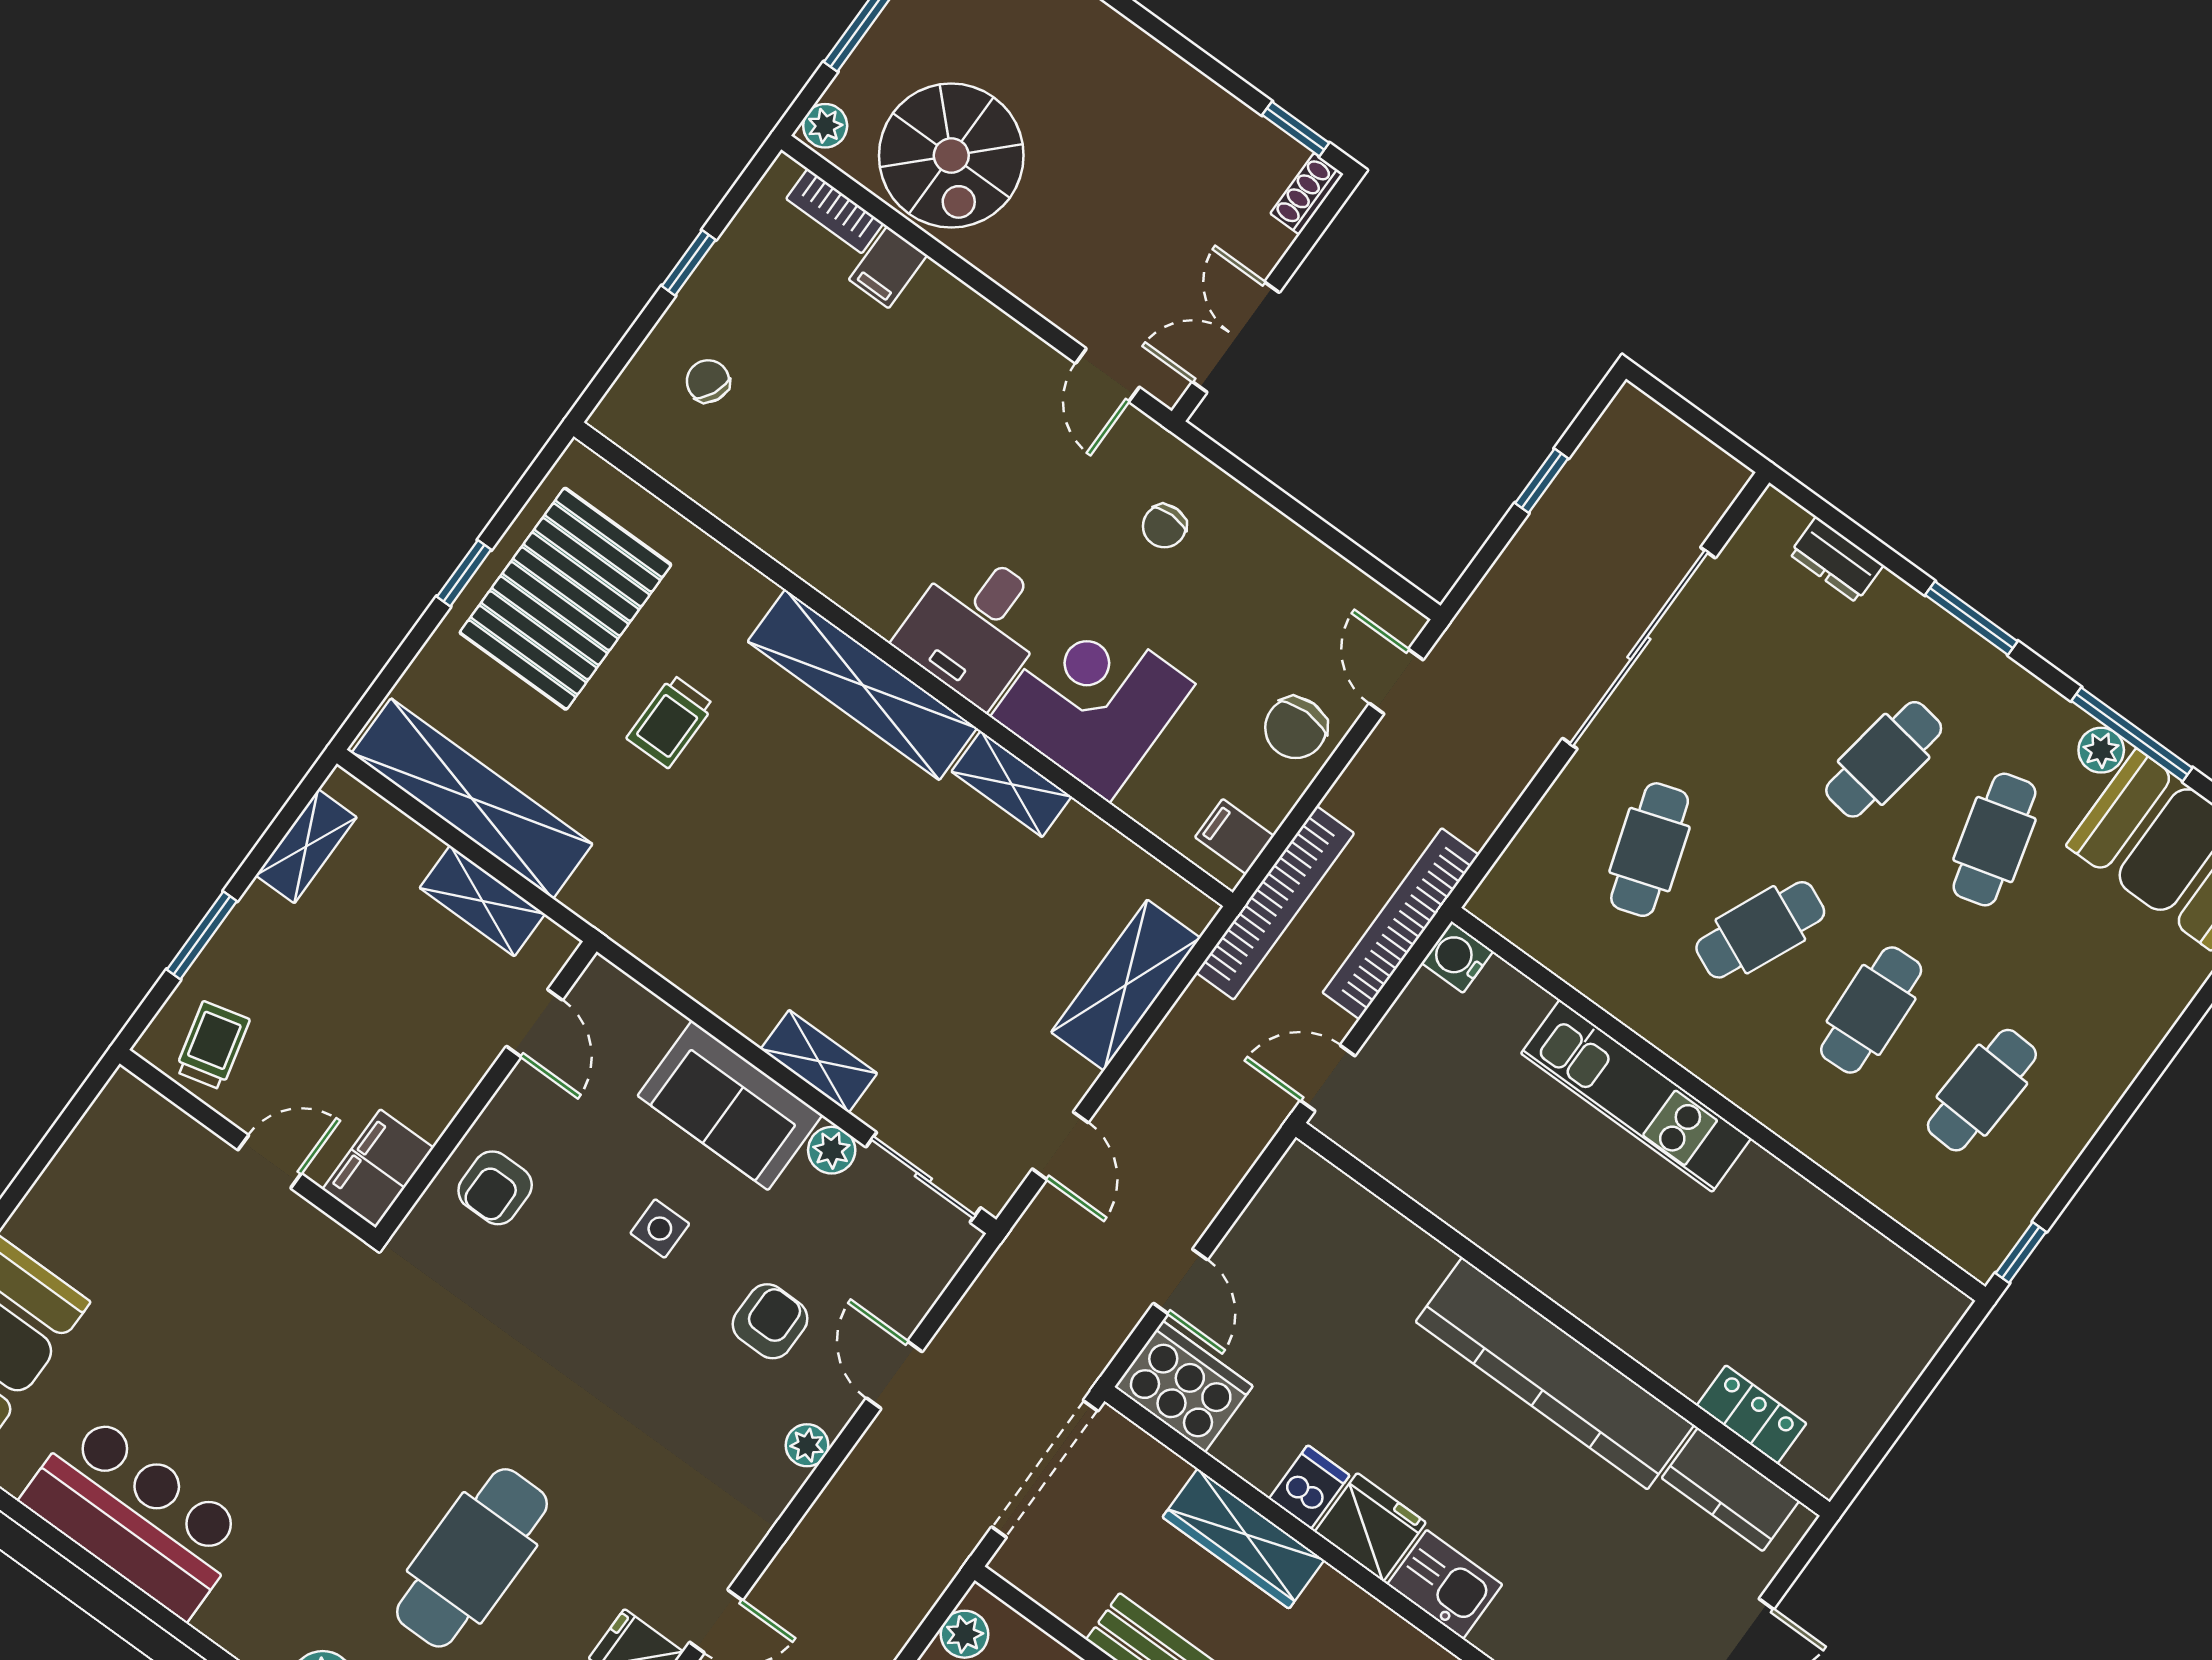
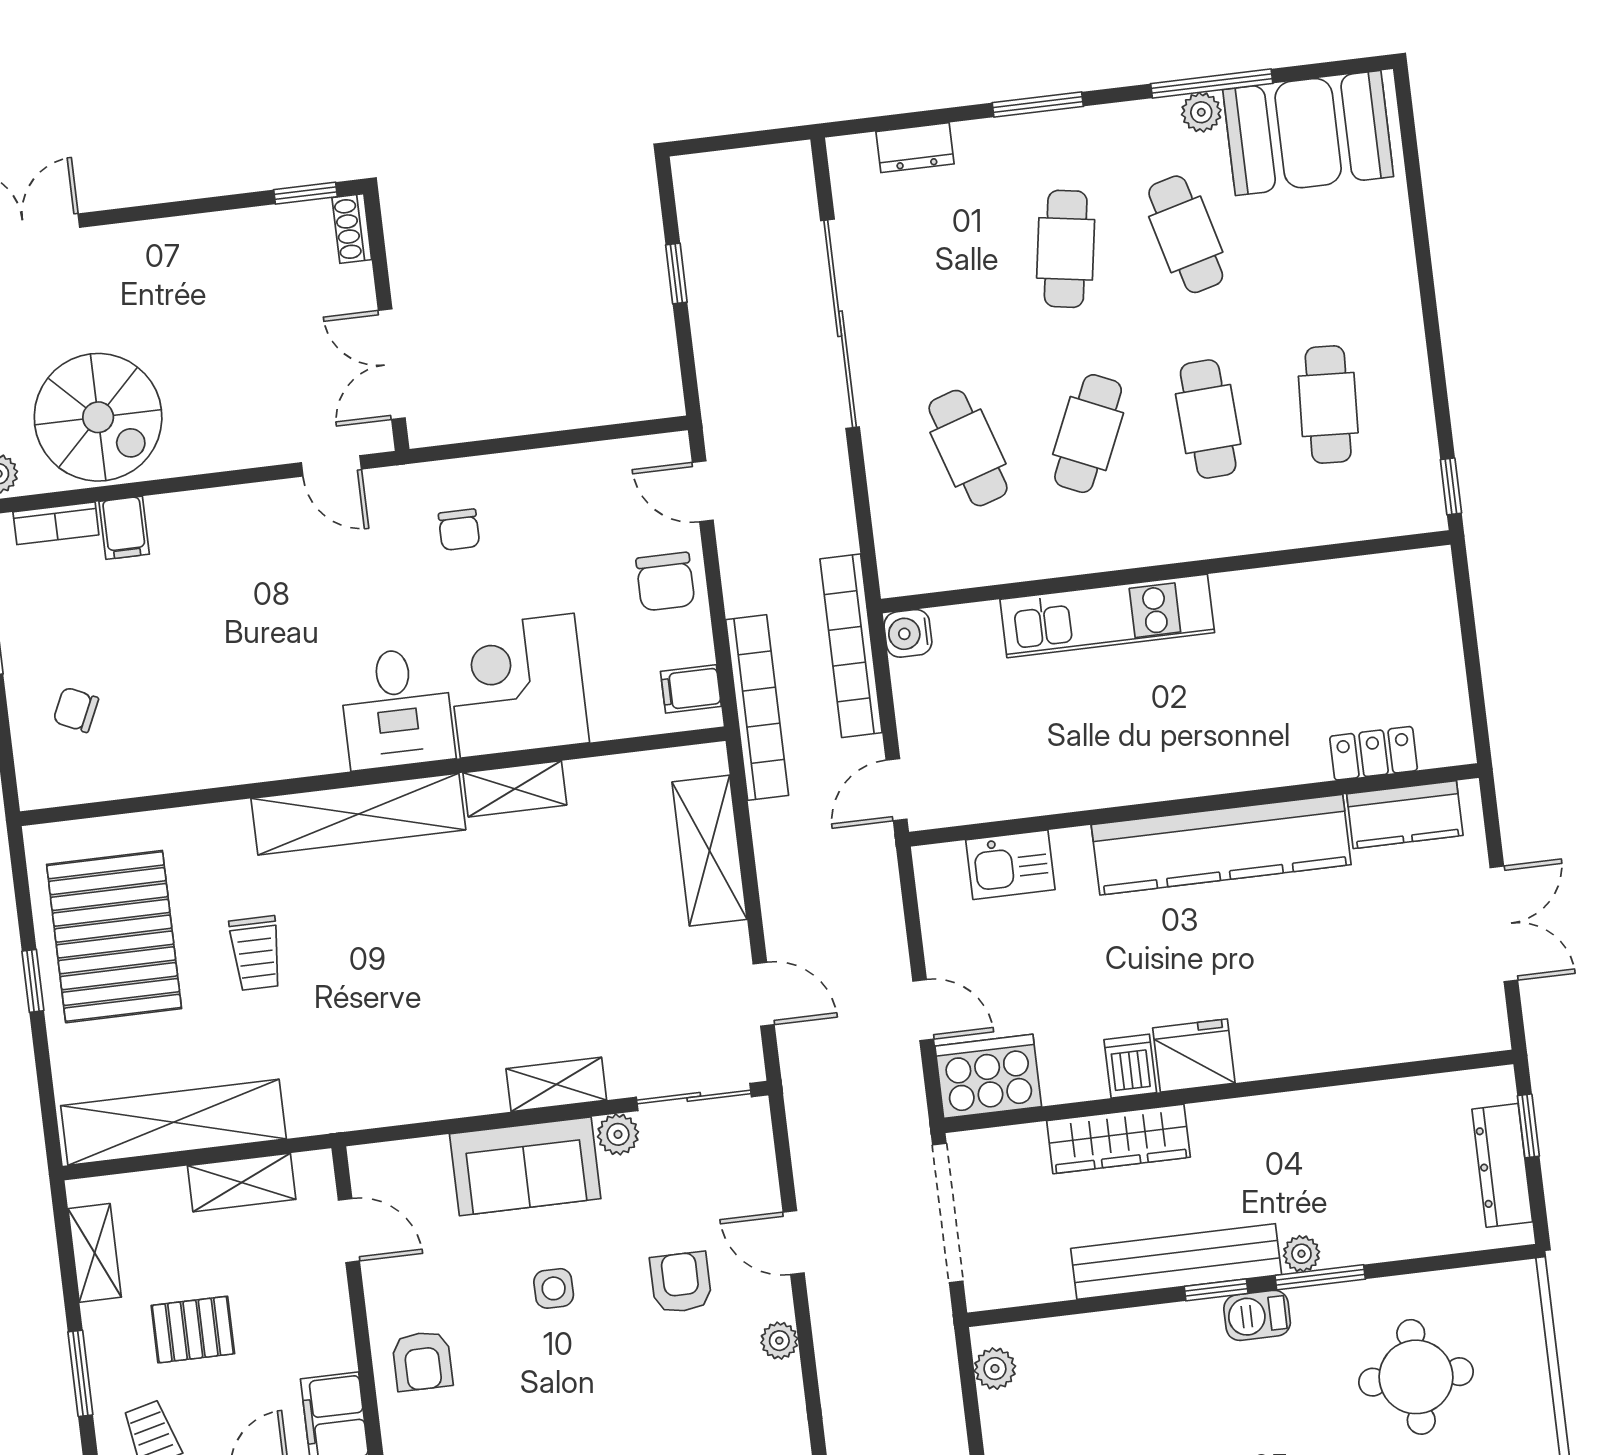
pallet: (329, 985) -> (193, 1330), added
kitchen sink: (1445, 1584) -> (1010, 865), moved, turned 180

